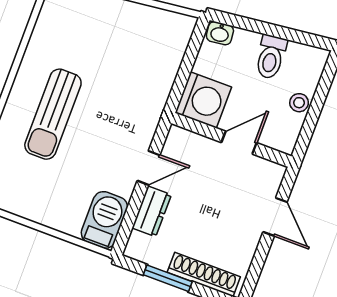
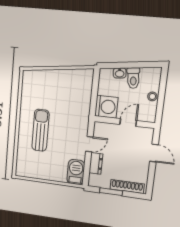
washbasin: (220, 33) -> (120, 73), moved
sun lounger: (53, 114) -> (40, 130), turned 180

